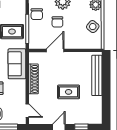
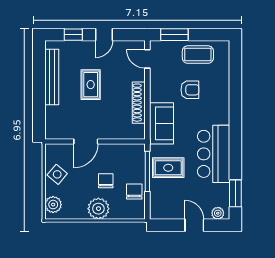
door: (55, 50) -> (86, 142), moved
bench: (97, 75) -> (52, 77), moved
rug: (69, 92) -> (91, 85), turned 90

